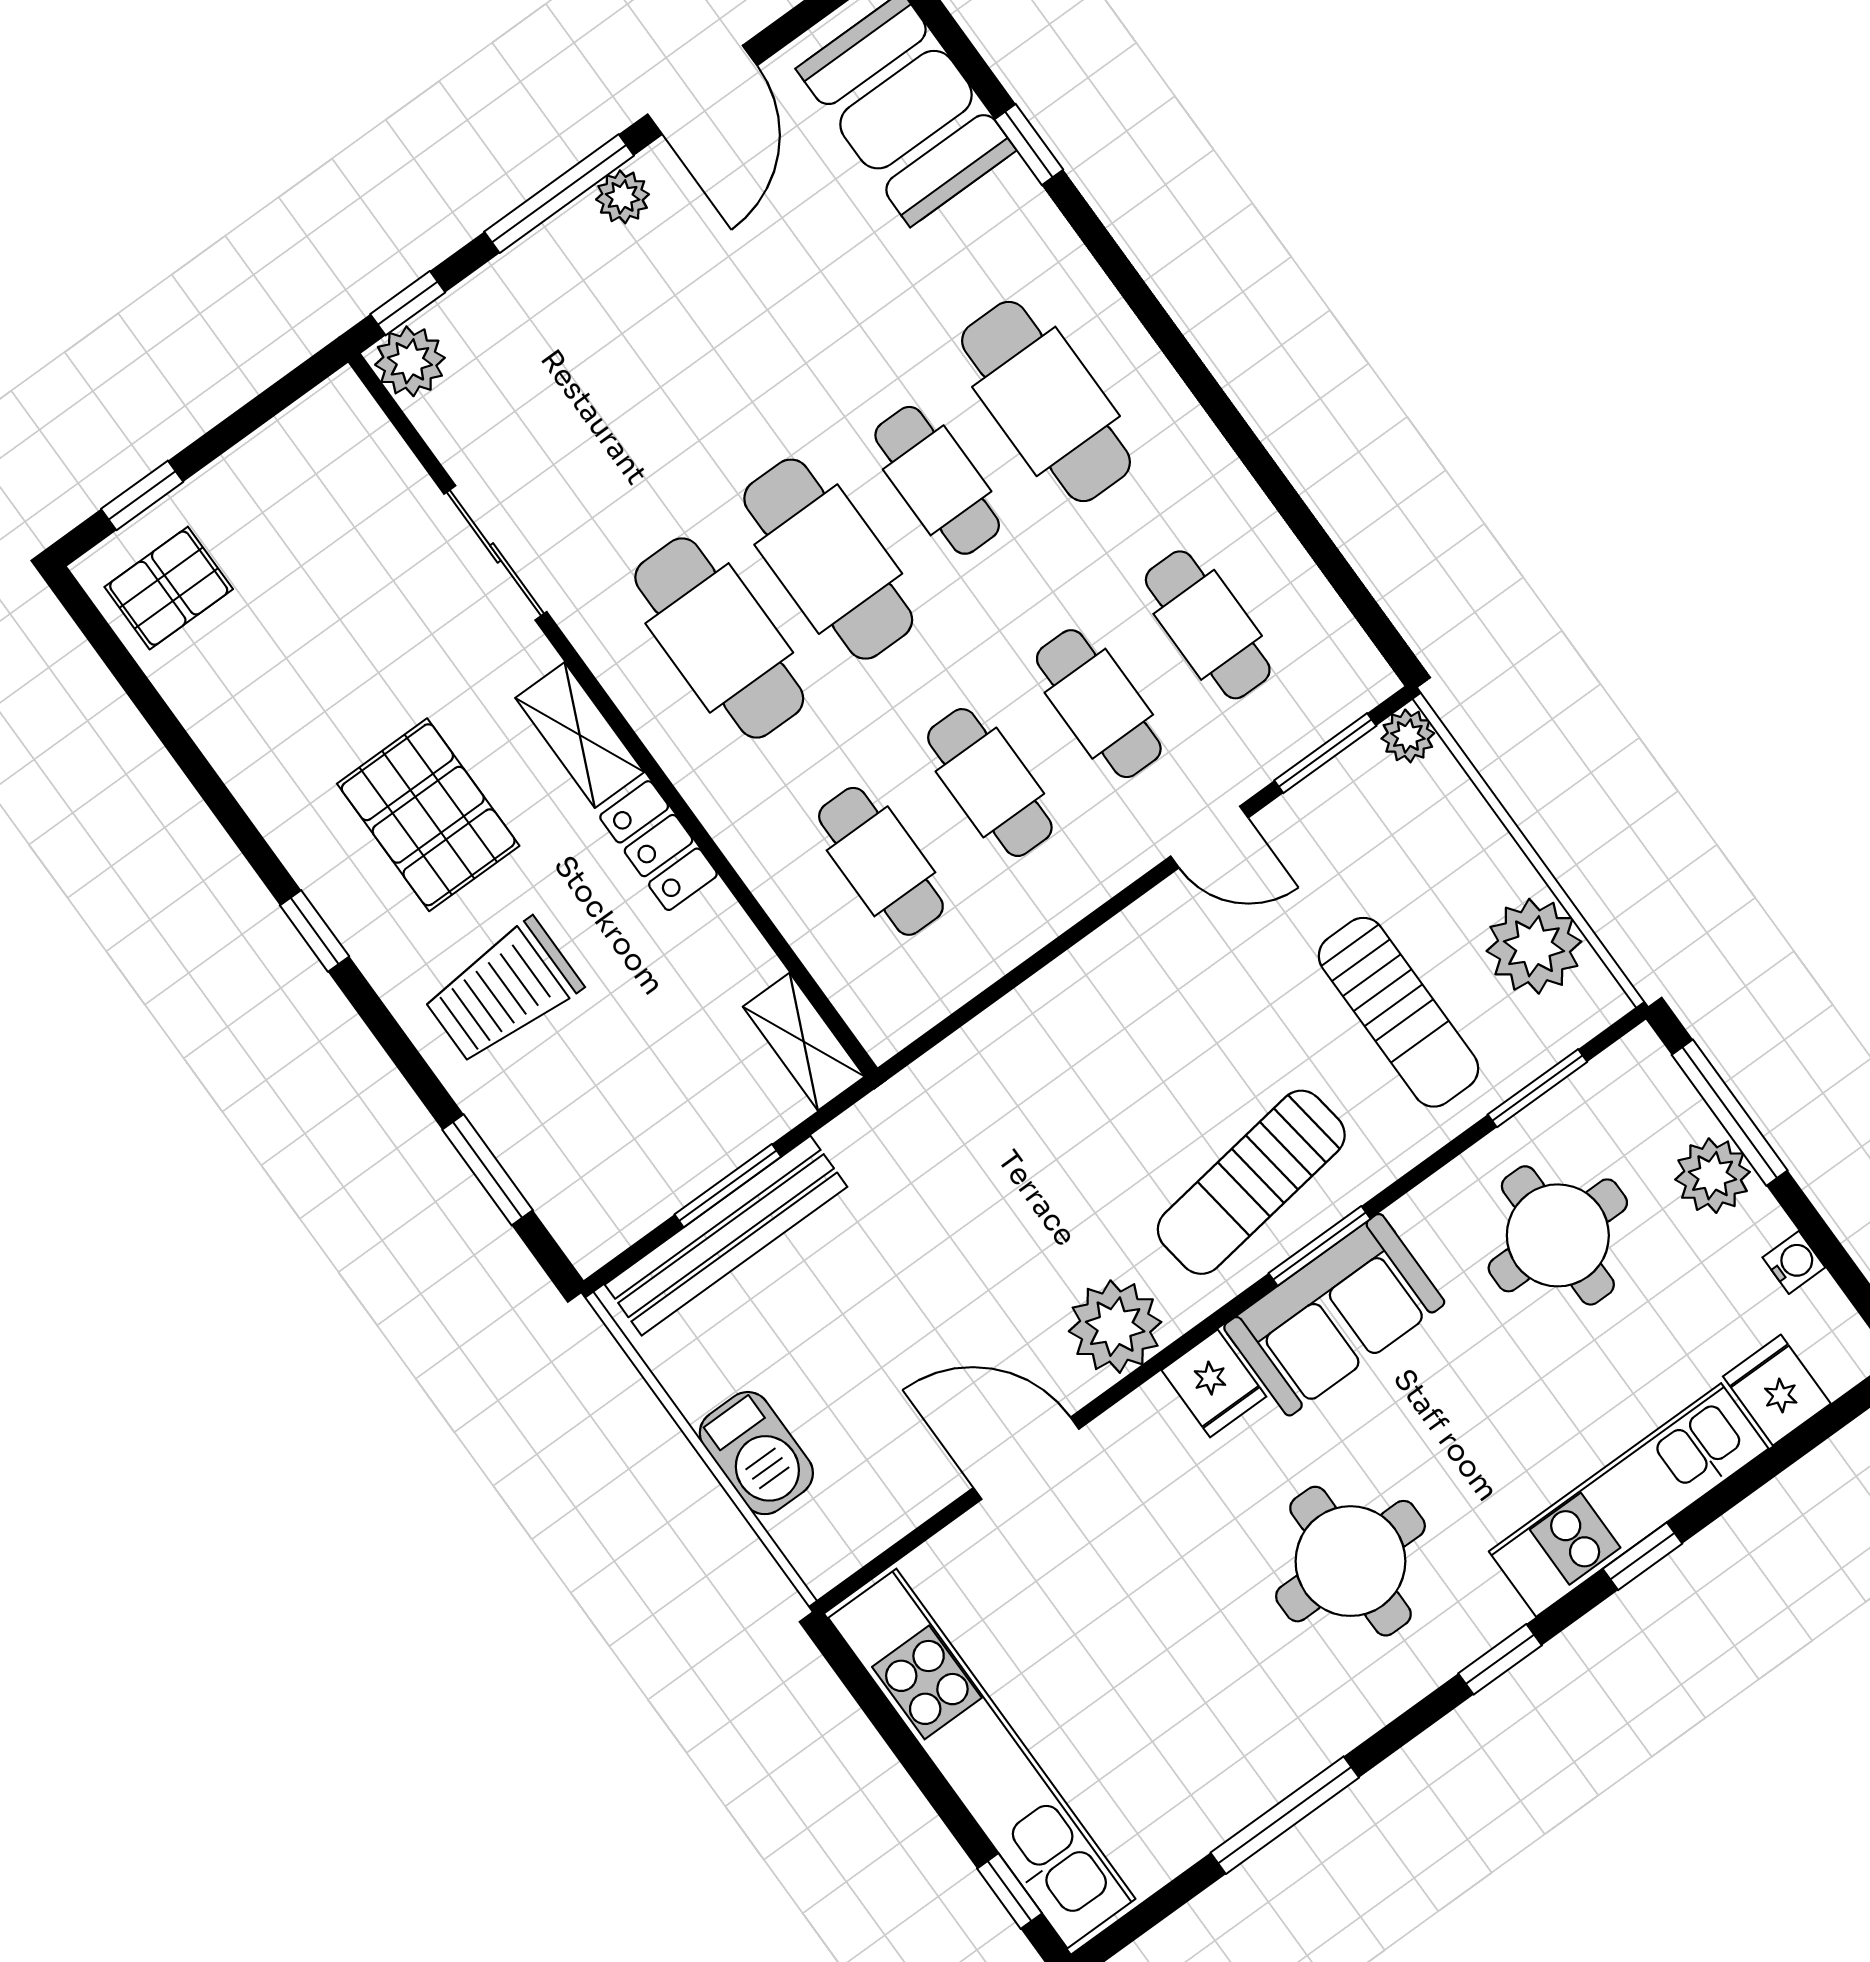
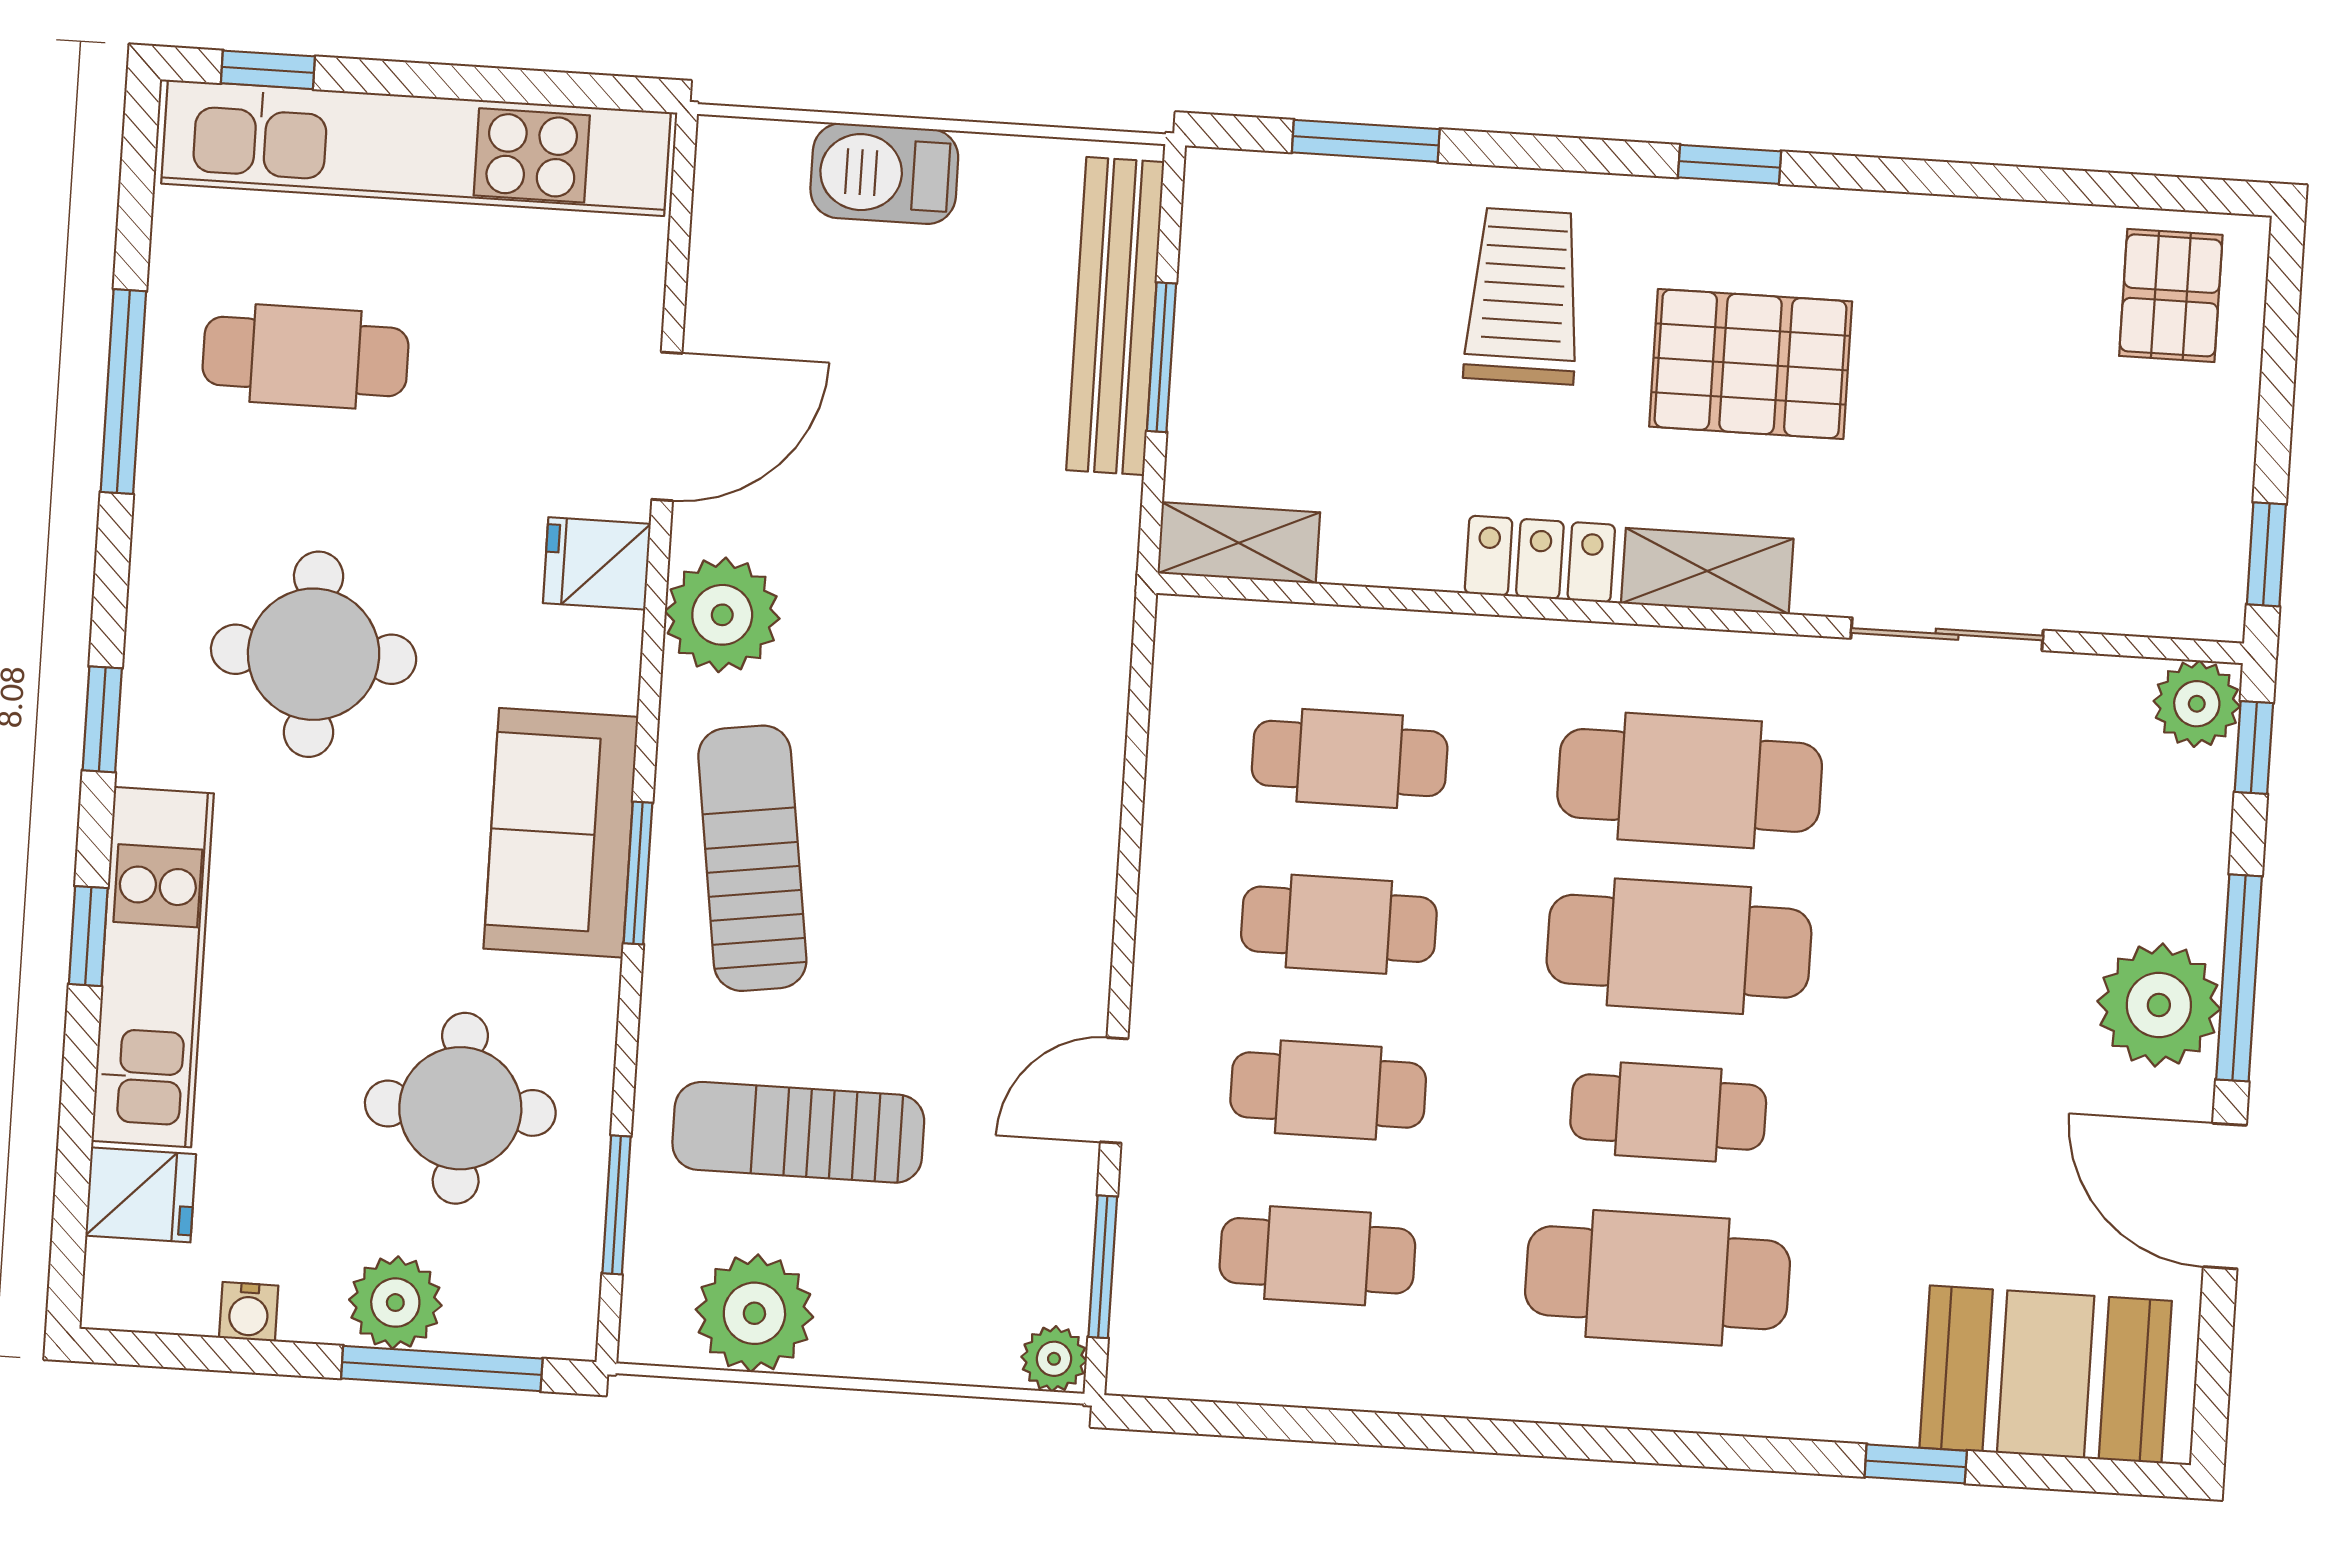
plant: (623, 197) -> (2159, 1005), width x1.88, depth x1.88
window: (142, 495) -> (2266, 554), moved
fridge: (1214, 1383) -> (597, 563), moved
cafe table: (1169, 1720) -> (306, 356), added

